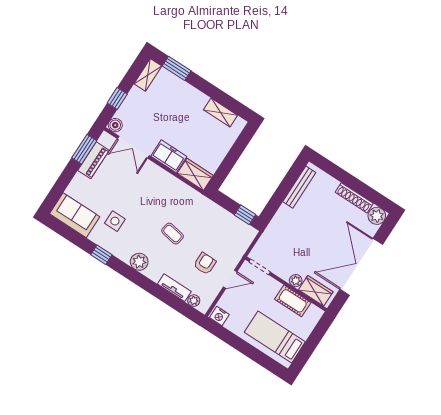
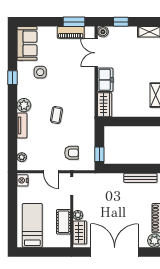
armchair: (205, 264) -> (71, 153), moved
tv unit: (174, 288) -> (22, 125), moved

